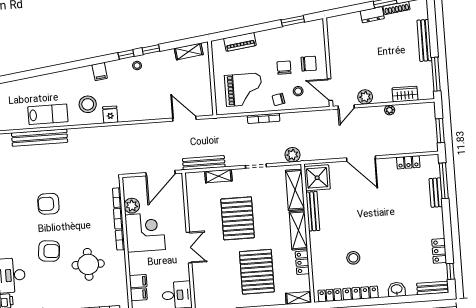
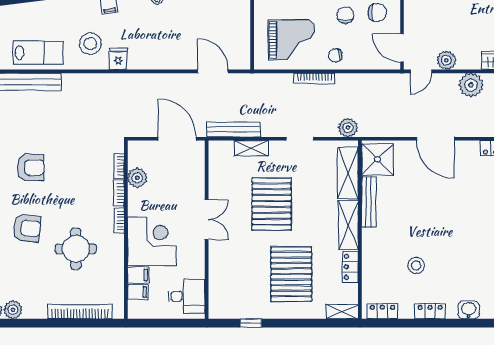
stool: (298, 91) -> (361, 47), removed
plant: (390, 110) -> (471, 85), width x1.87, depth x1.87
door: (160, 173) -> (177, 139), swing flipped
armchair: (48, 204) -> (31, 167), turned 180
corner desk: (145, 232) -> (152, 241), moved
double door: (189, 248) -> (207, 220), moved
locker: (361, 293) -> (430, 311), width x0.66

